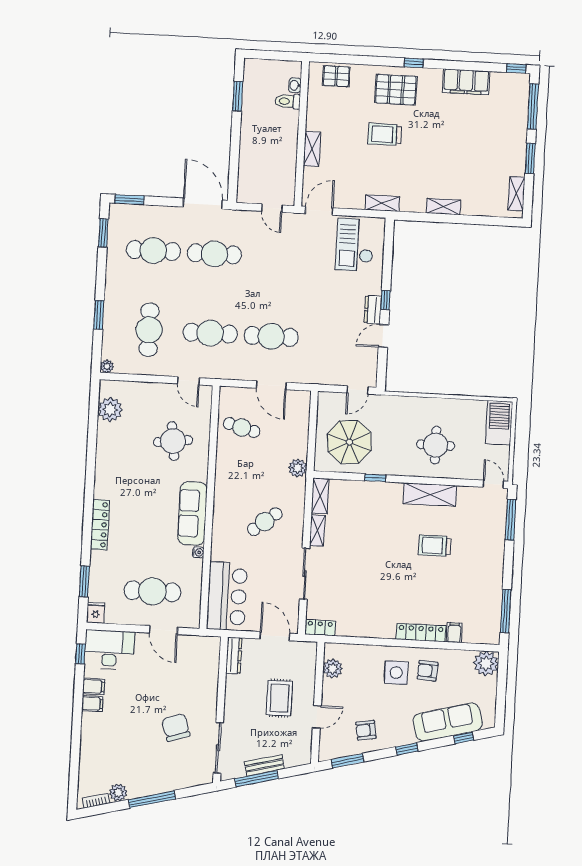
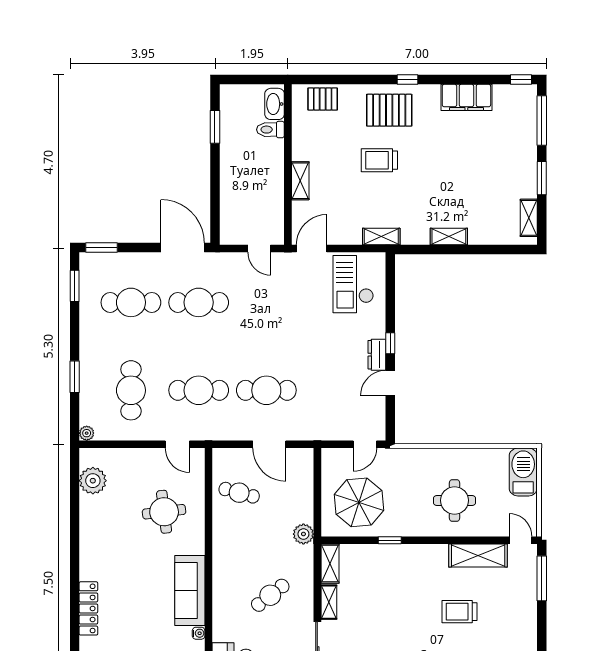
washbasin: (295, 85) -> (275, 104), width x1.91, depth x1.45
shelving: (430, 495) -> (478, 556), moved

